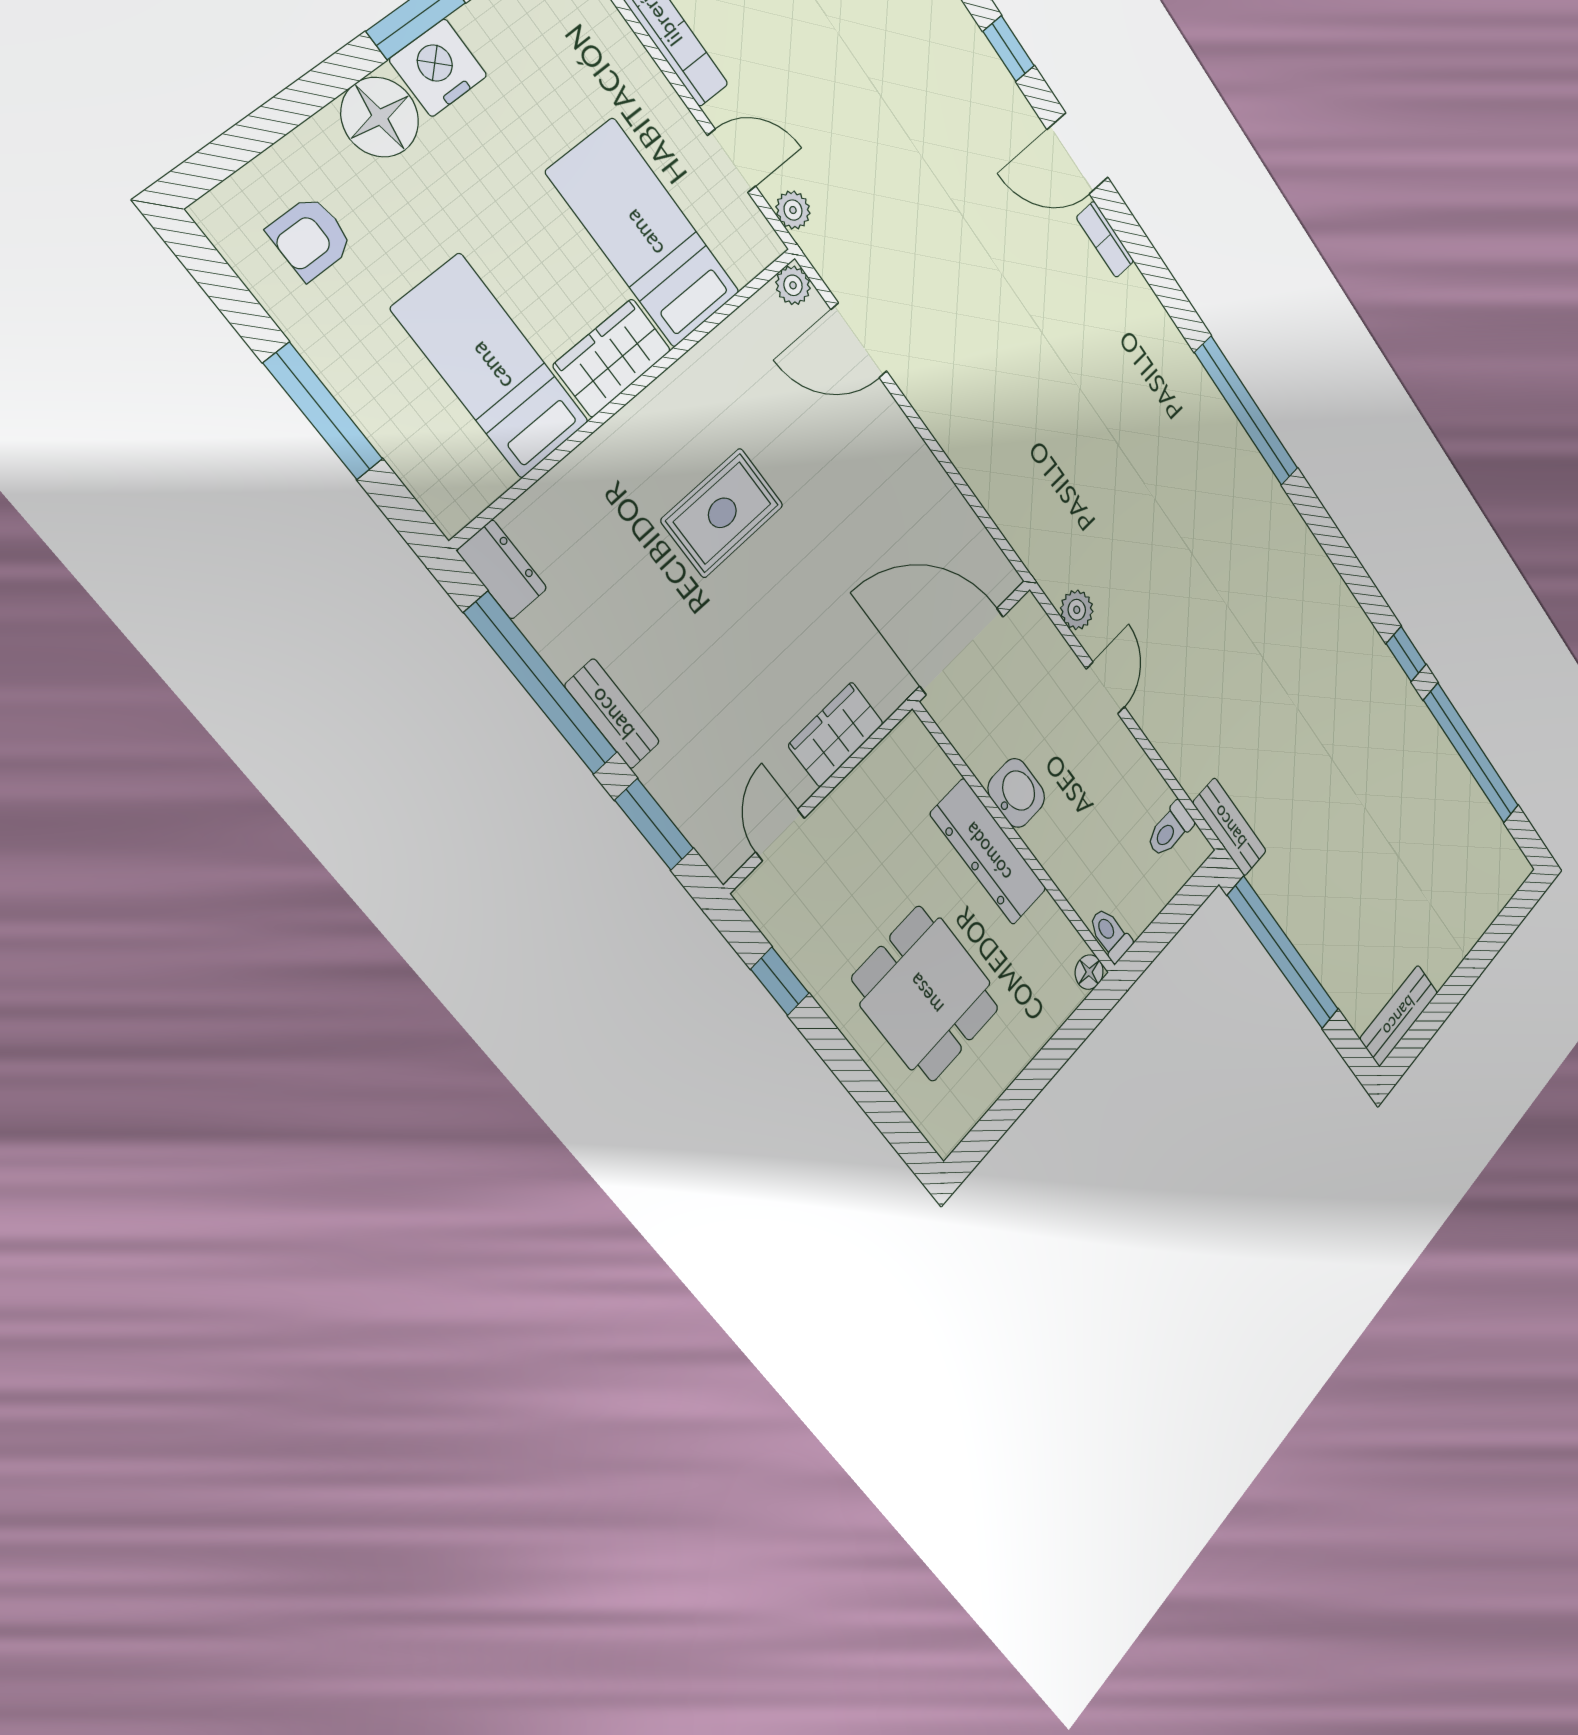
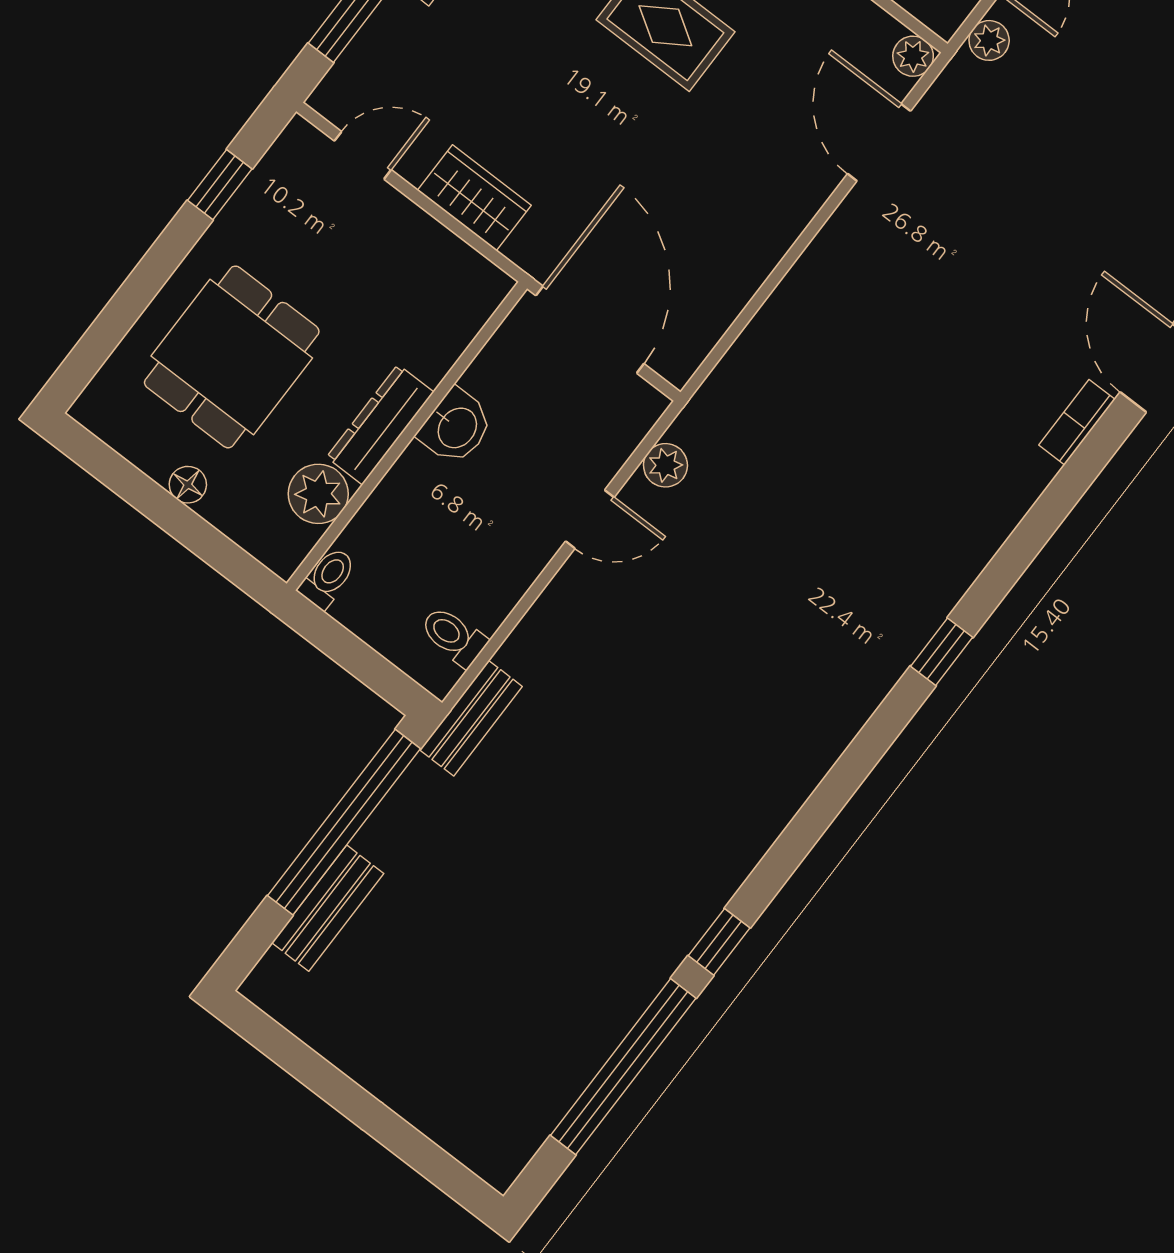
window: (1247, 411) -> (942, 652), width x0.32
dresser: (988, 852) -> (380, 425), width x0.73, depth x0.80
plant: (1046, 931) -> (318, 494), added
floor lamp: (1089, 972) -> (188, 485), moved
bench: (1399, 1016) -> (328, 908), moved, turned 90

